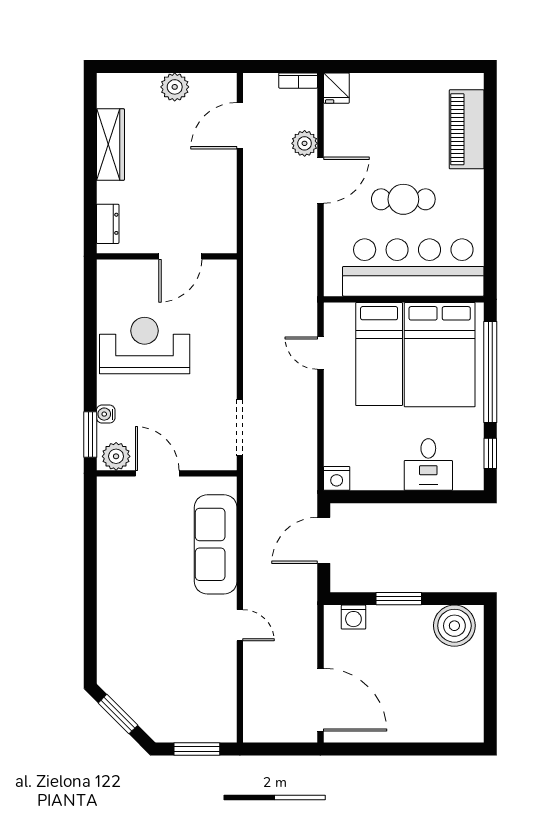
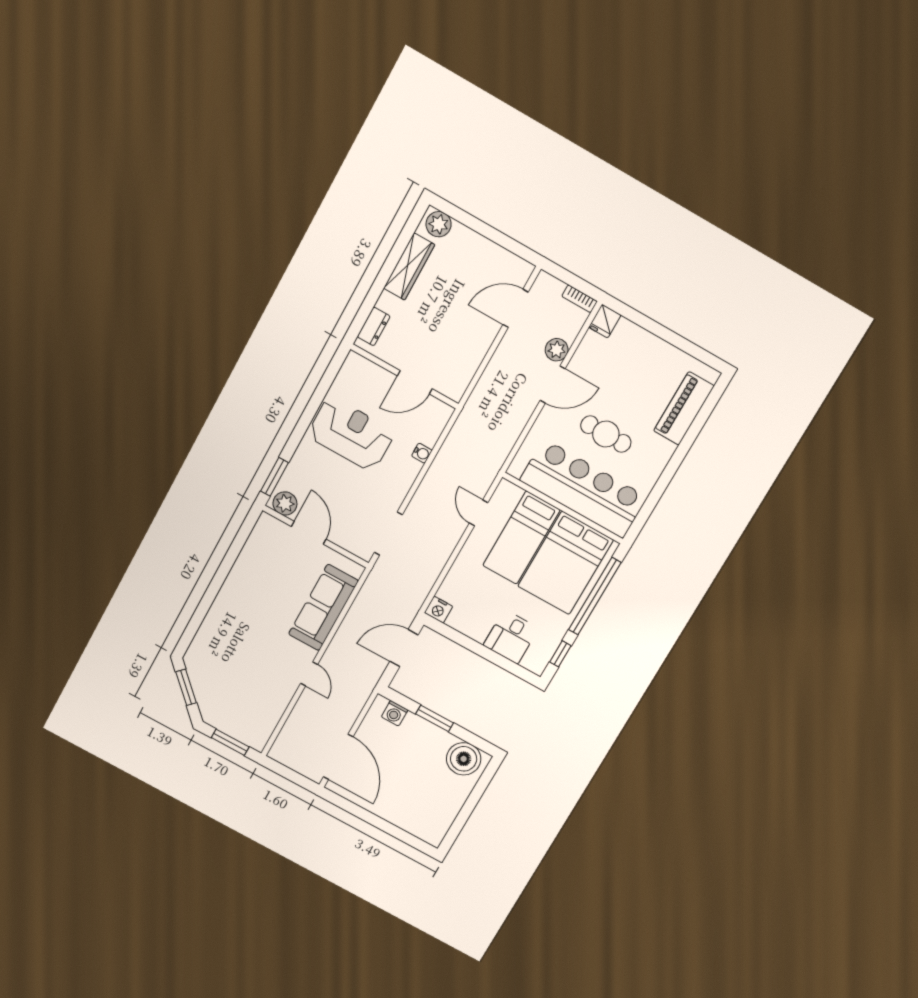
plant: (175, 87) -> (439, 224), moved
water cooler: (106, 414) -> (422, 453), moved, turned 180

